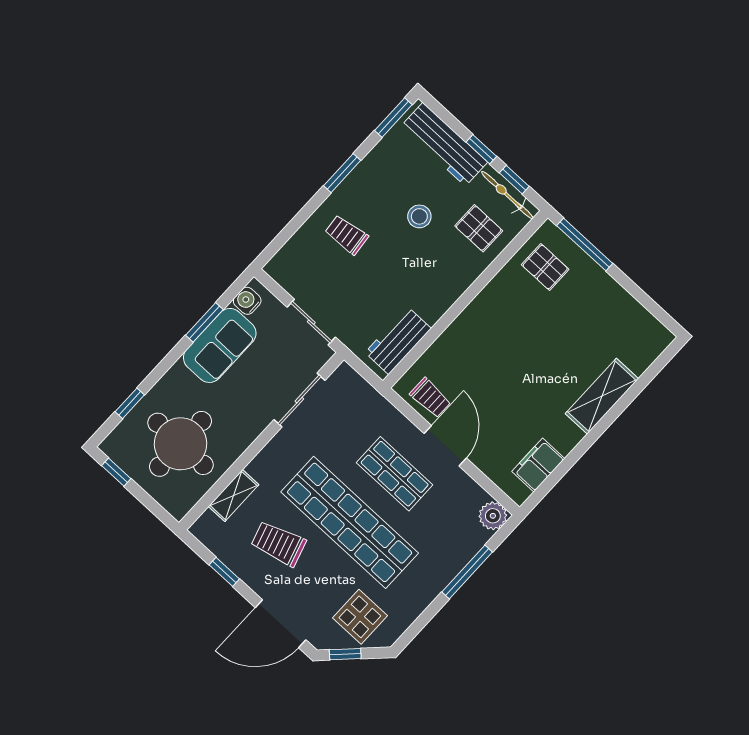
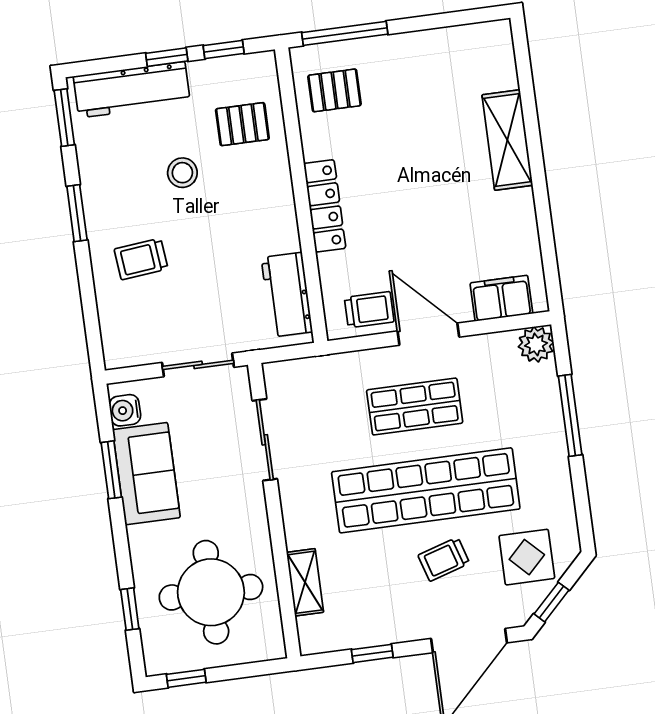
bicycle: (507, 195) -> (233, 69), removed
locker: (471, 319) -> (325, 206), added
filing cabinet: (538, 465) -> (501, 298), moved, turned 90
trolley: (278, 544) -> (444, 559), moved, width x0.73, depth x0.72

